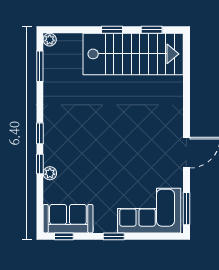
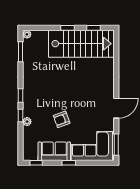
armchair: (103, 170) -> (62, 119), added
sofa: (68, 219) -> (54, 151), moved

